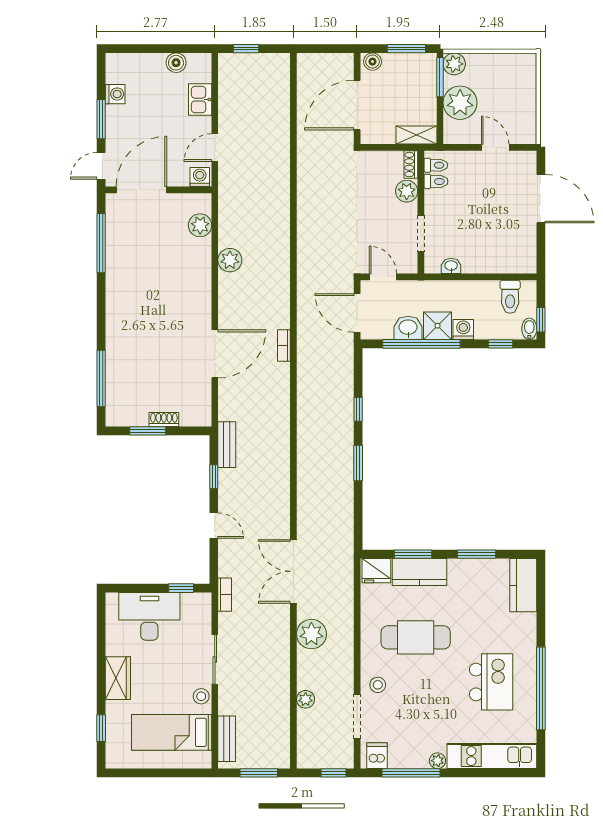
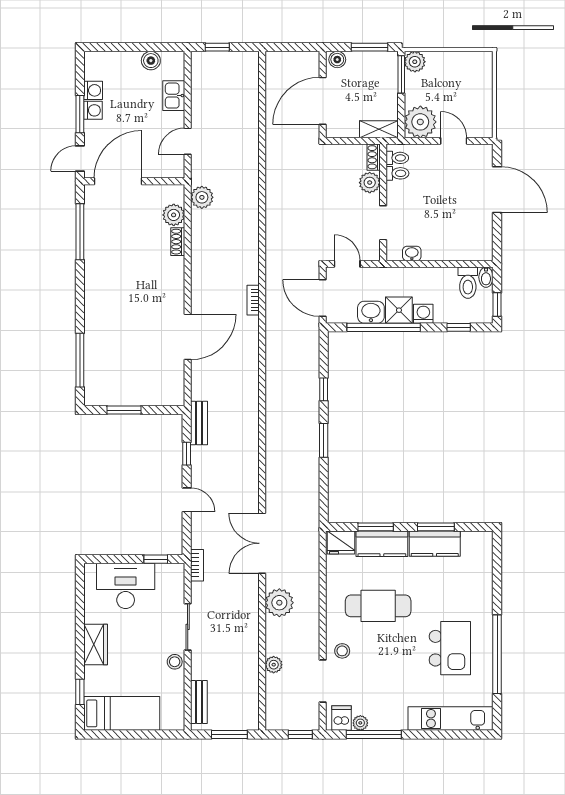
plant: (460, 103) -> (420, 122), moved
washing machine: (200, 177) -> (93, 110), moved, turned 90
plant: (230, 260) -> (202, 197), moved
bidet: (529, 329) -> (486, 277), moved, turned 180
bookcase: (284, 345) -> (253, 300), moved
shoe rack: (164, 419) -> (178, 242), moved, turned -90
kitchen counter: (523, 585) -> (435, 544), moved, turned -90
bed: (172, 732) -> (122, 713), moved, turned 180
plant: (437, 761) -> (360, 723), moved

